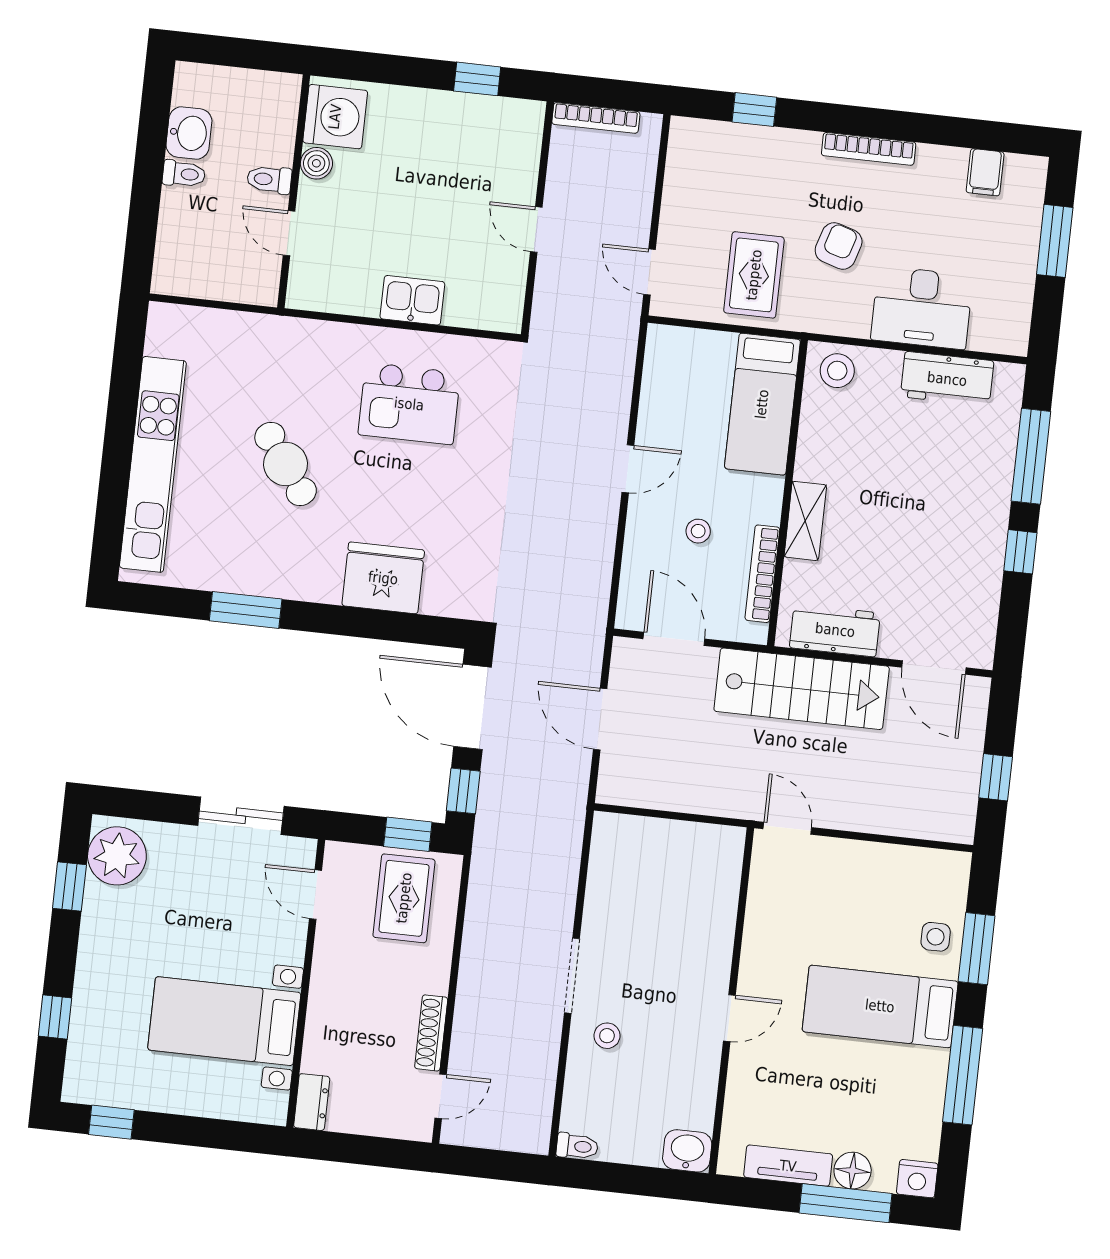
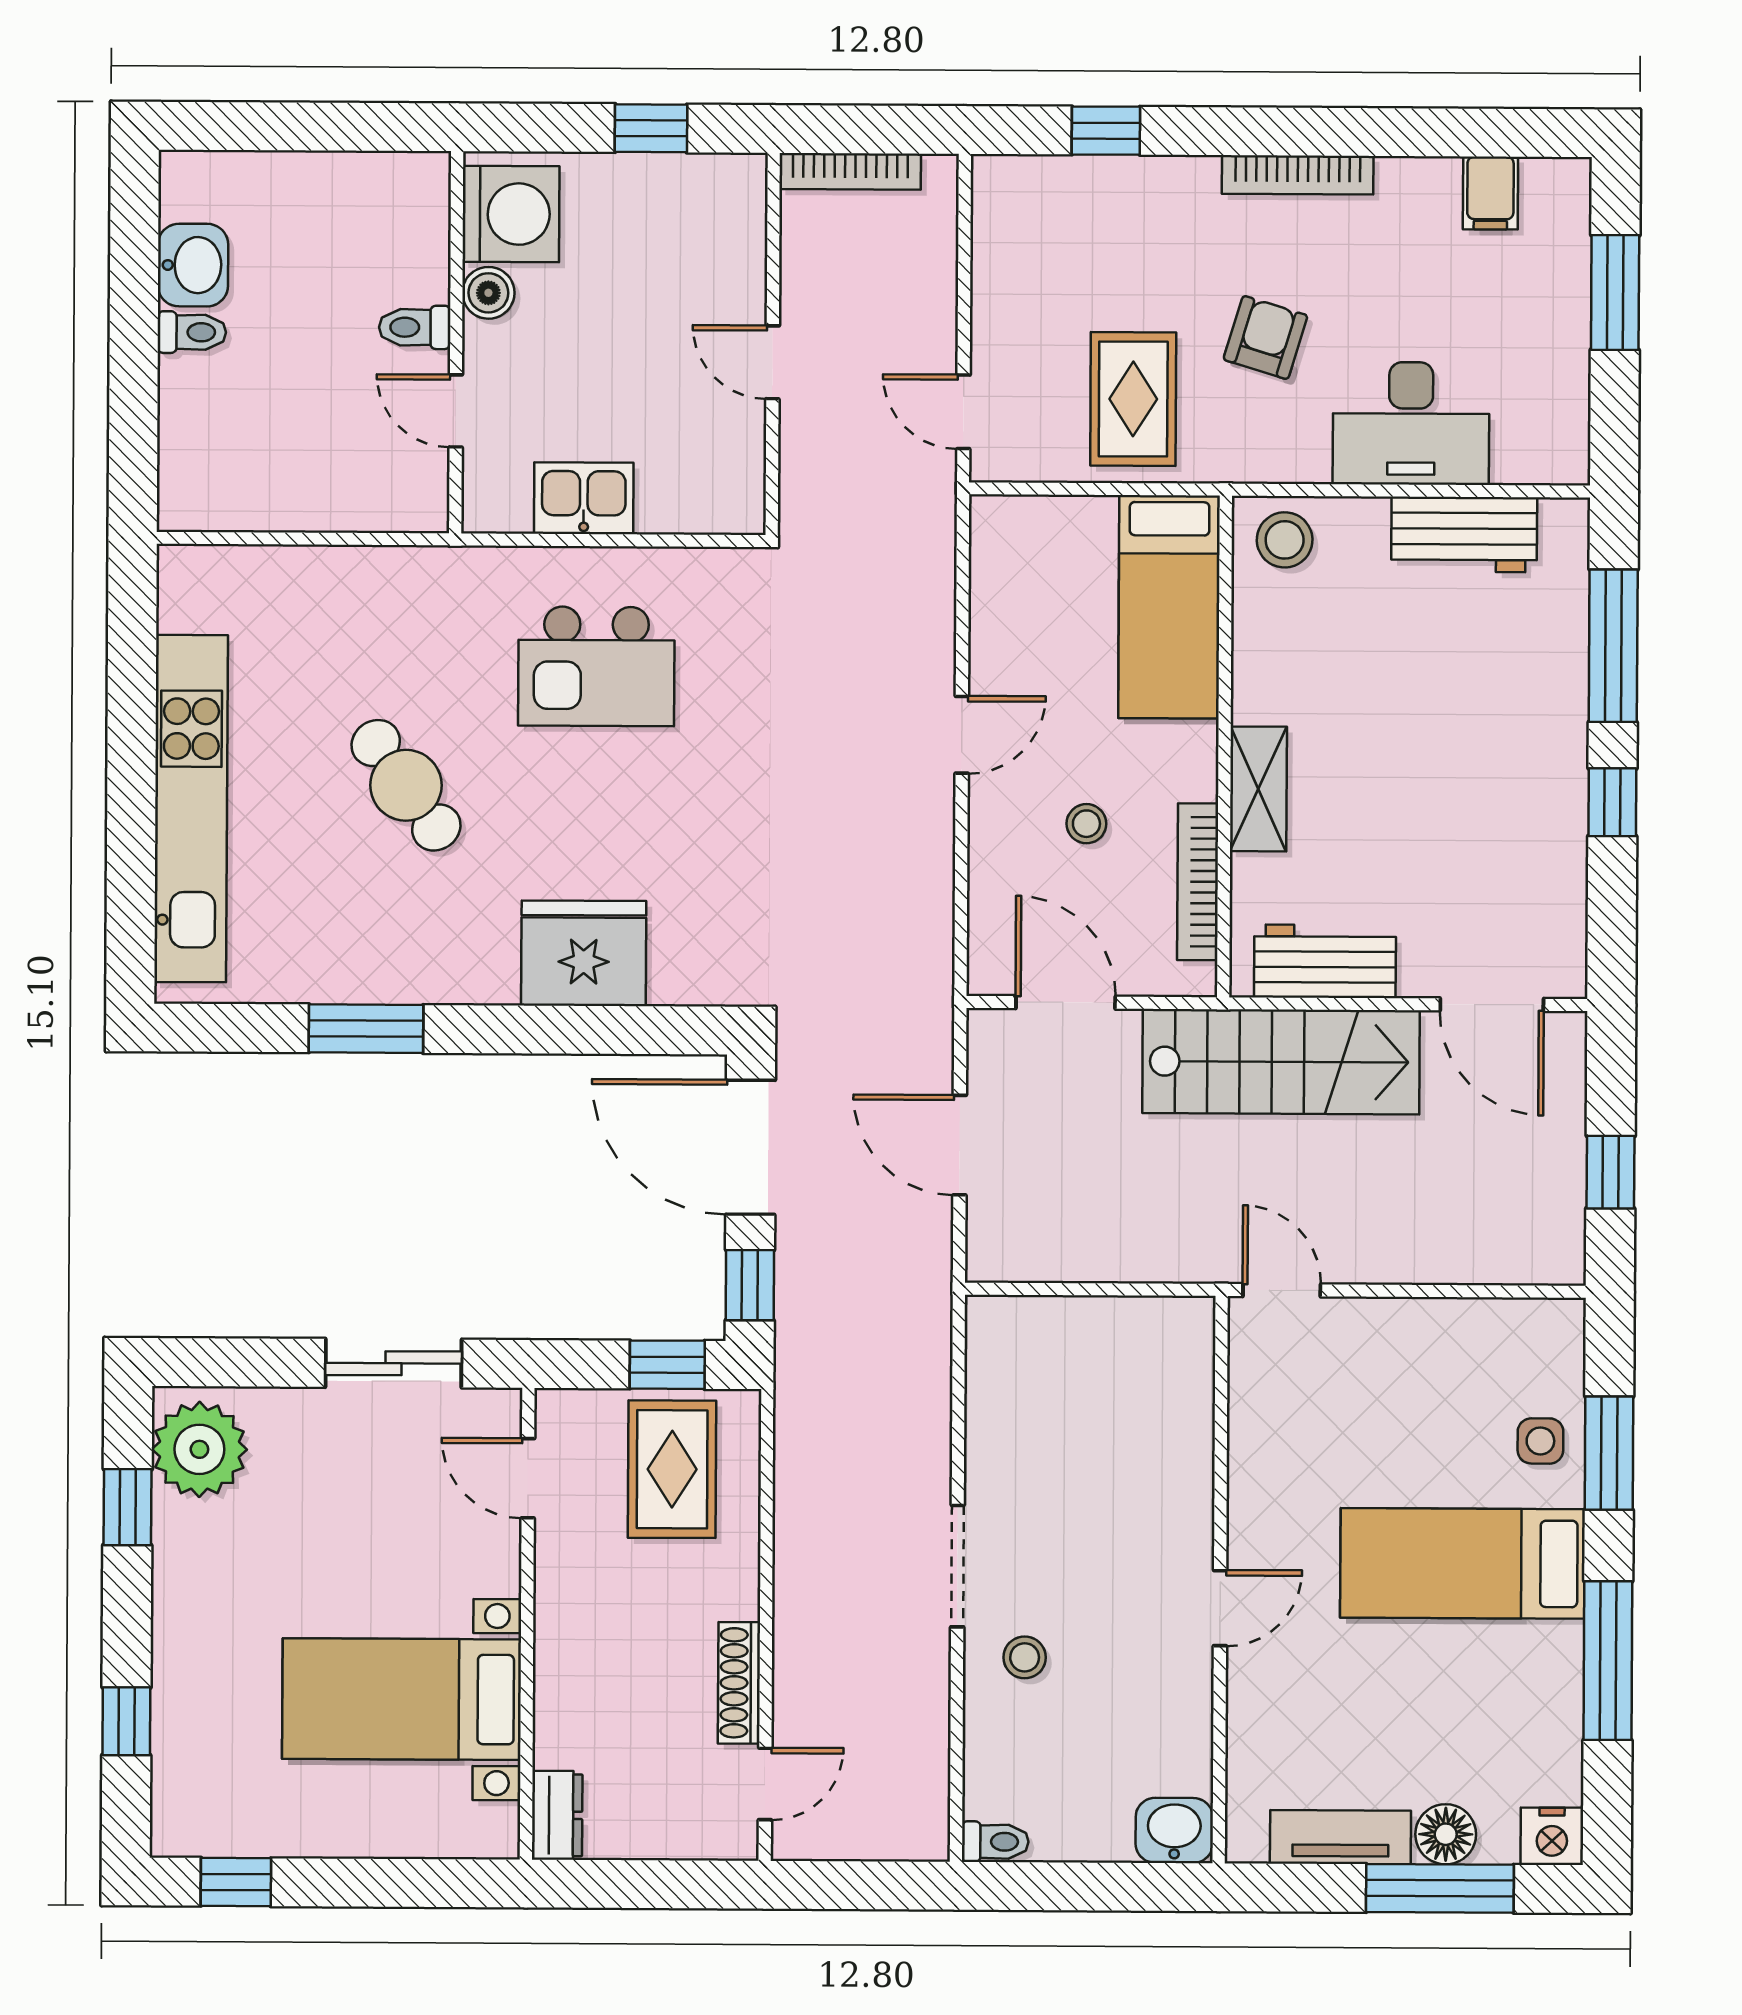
washing machine: (335, 117) -> (511, 214), moved
boiler: (316, 163) -> (488, 293), moved
toilet: (269, 180) -> (415, 327), moved
wall: (294, 191) -> (456, 342), moved
door: (289, 233) -> (456, 411), moved

